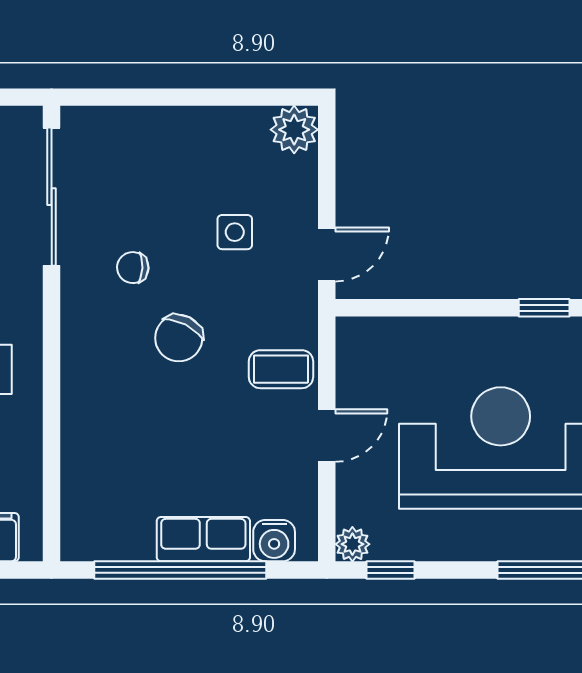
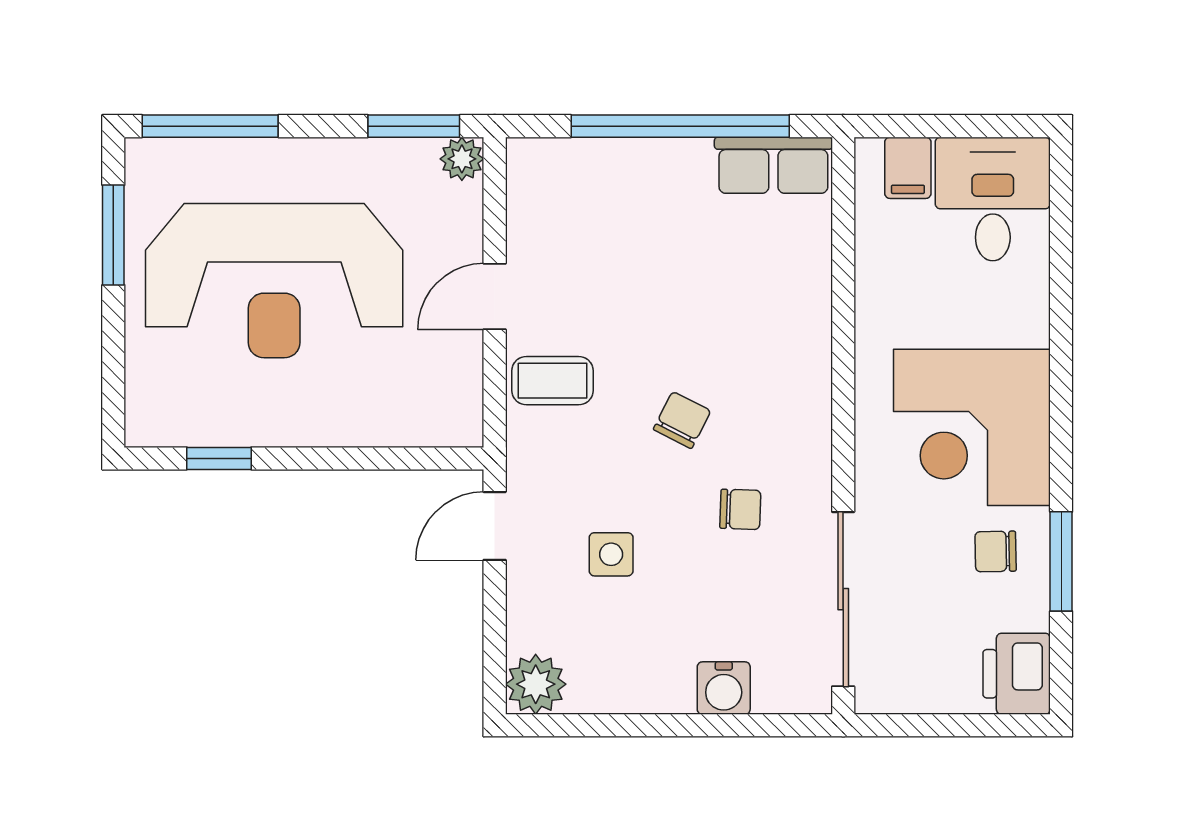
chair: (179, 338) -> (682, 420), width x0.73, depth x0.73
row of seats: (203, 539) -> (773, 165), moved
water cooler: (274, 541) -> (724, 688), moved, turned 180
window: (390, 570) -> (414, 126), width x1.50

